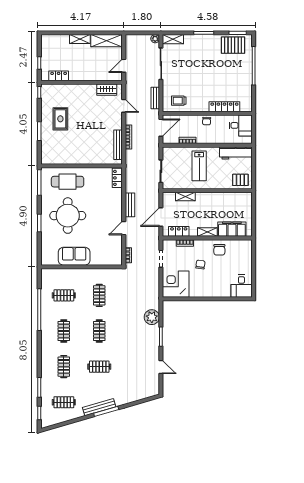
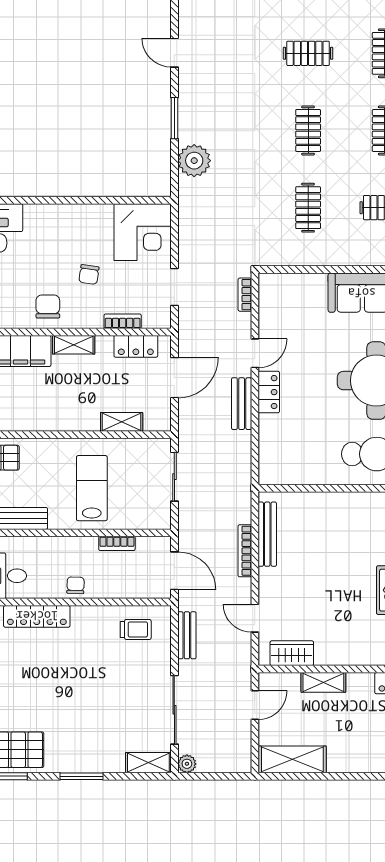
shelving: (80, 39) -> (323, 682), moved
door: (161, 128) -> (174, 571), swing flipped
locker: (117, 178) -> (269, 392), moved

